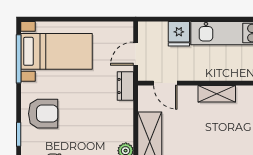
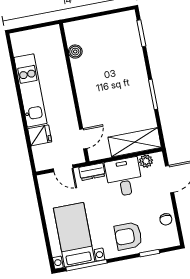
shelving: (217, 94) -> (84, 94), removed
armchair: (43, 114) -> (128, 236), turned -90
desk: (112, 122) -> (124, 177), added

